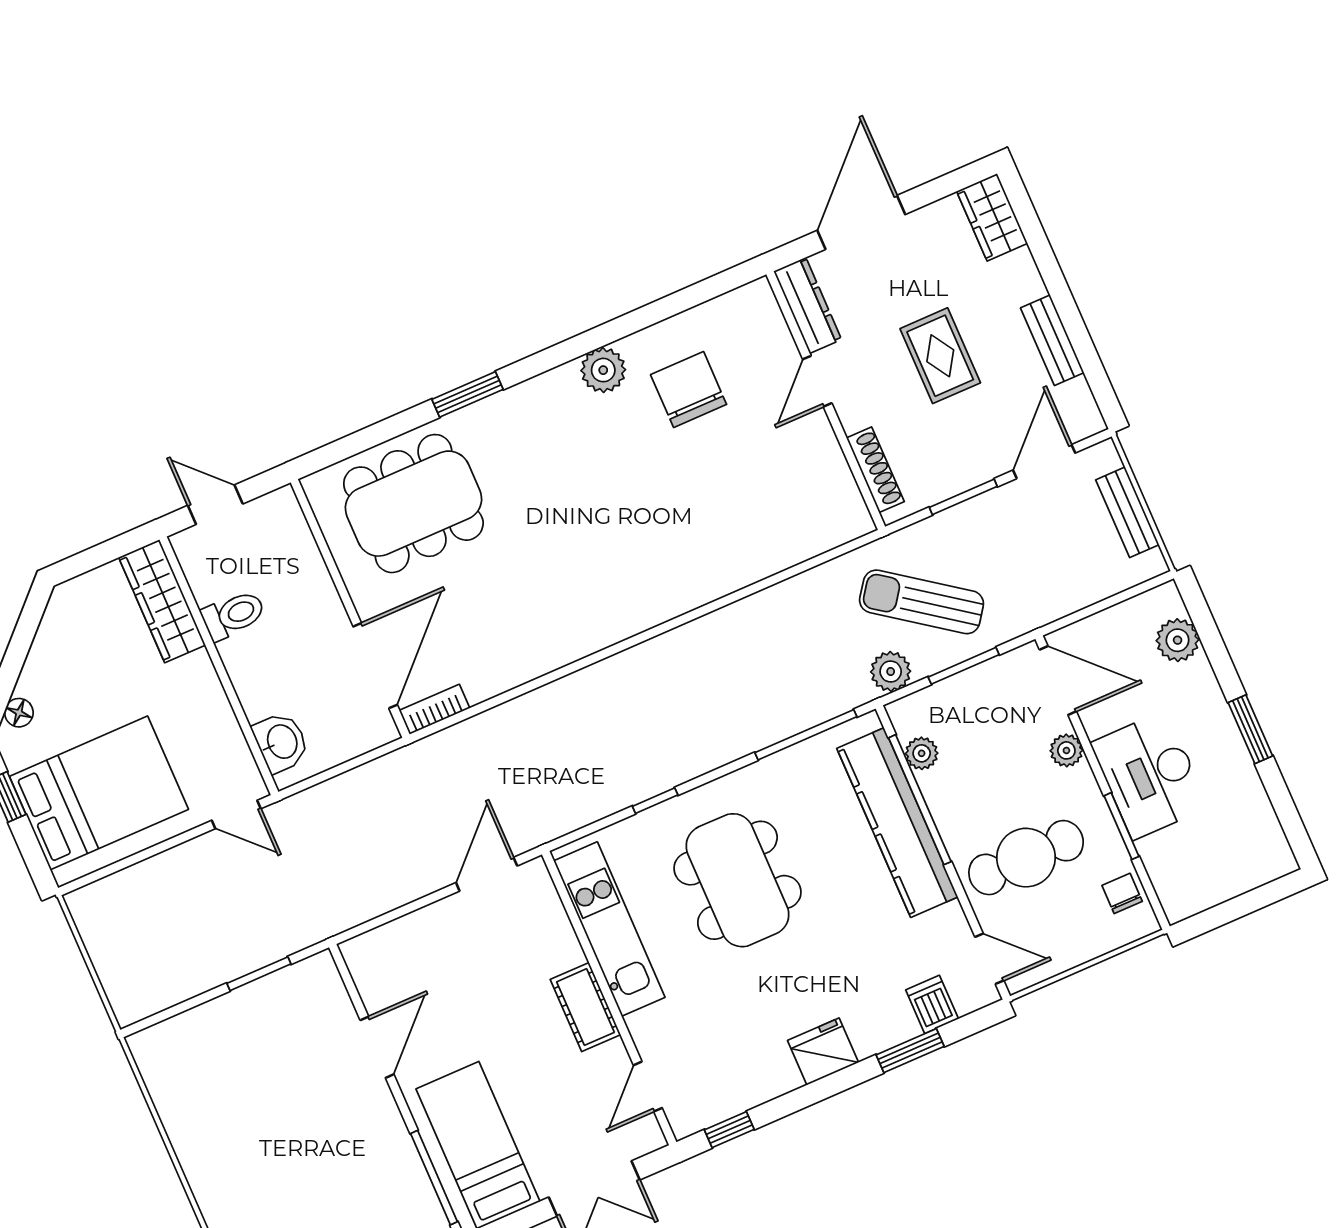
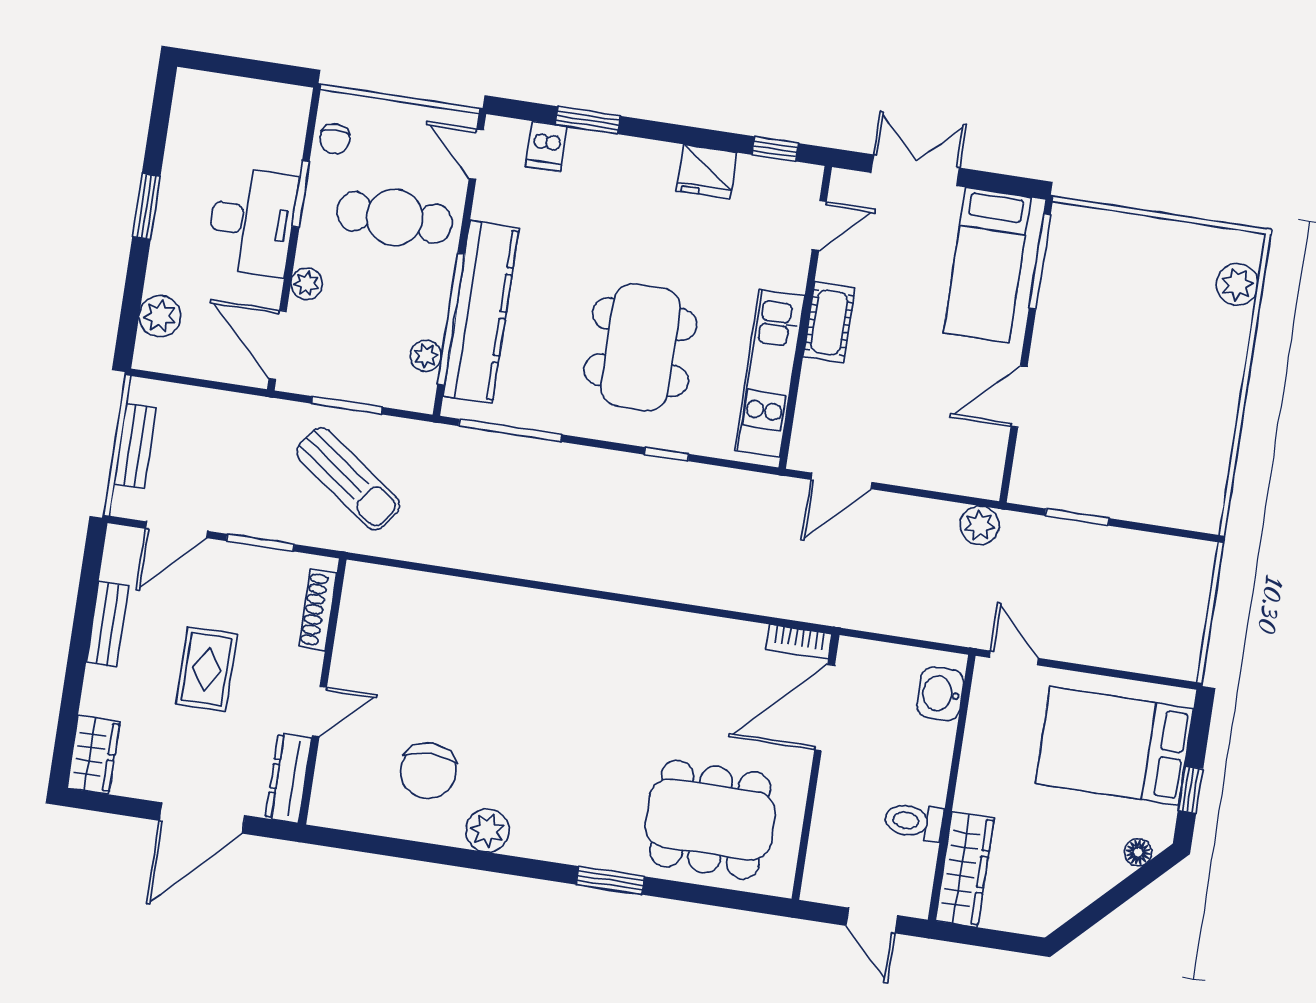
plant: (891, 672) -> (980, 525), moved
fridge: (823, 1051) -> (707, 172), moved

